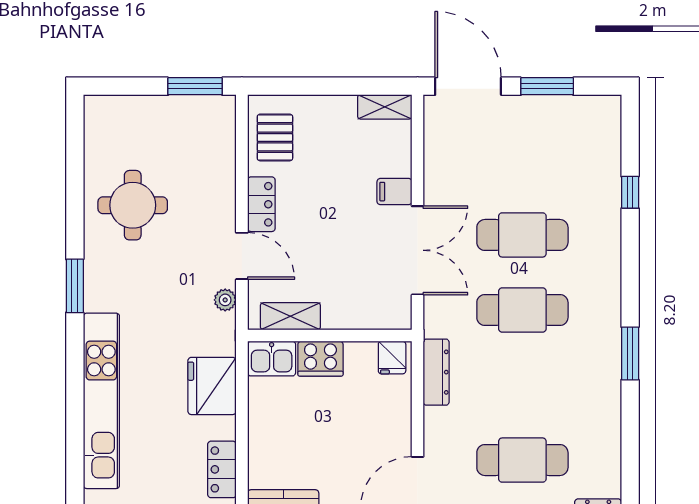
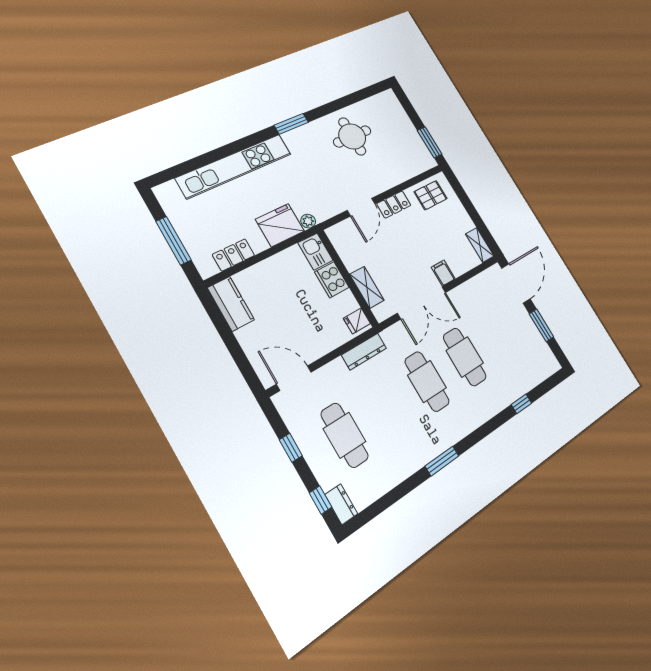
plant: (225, 300) -> (308, 221), moved
shelving: (290, 316) -> (367, 287), moved

